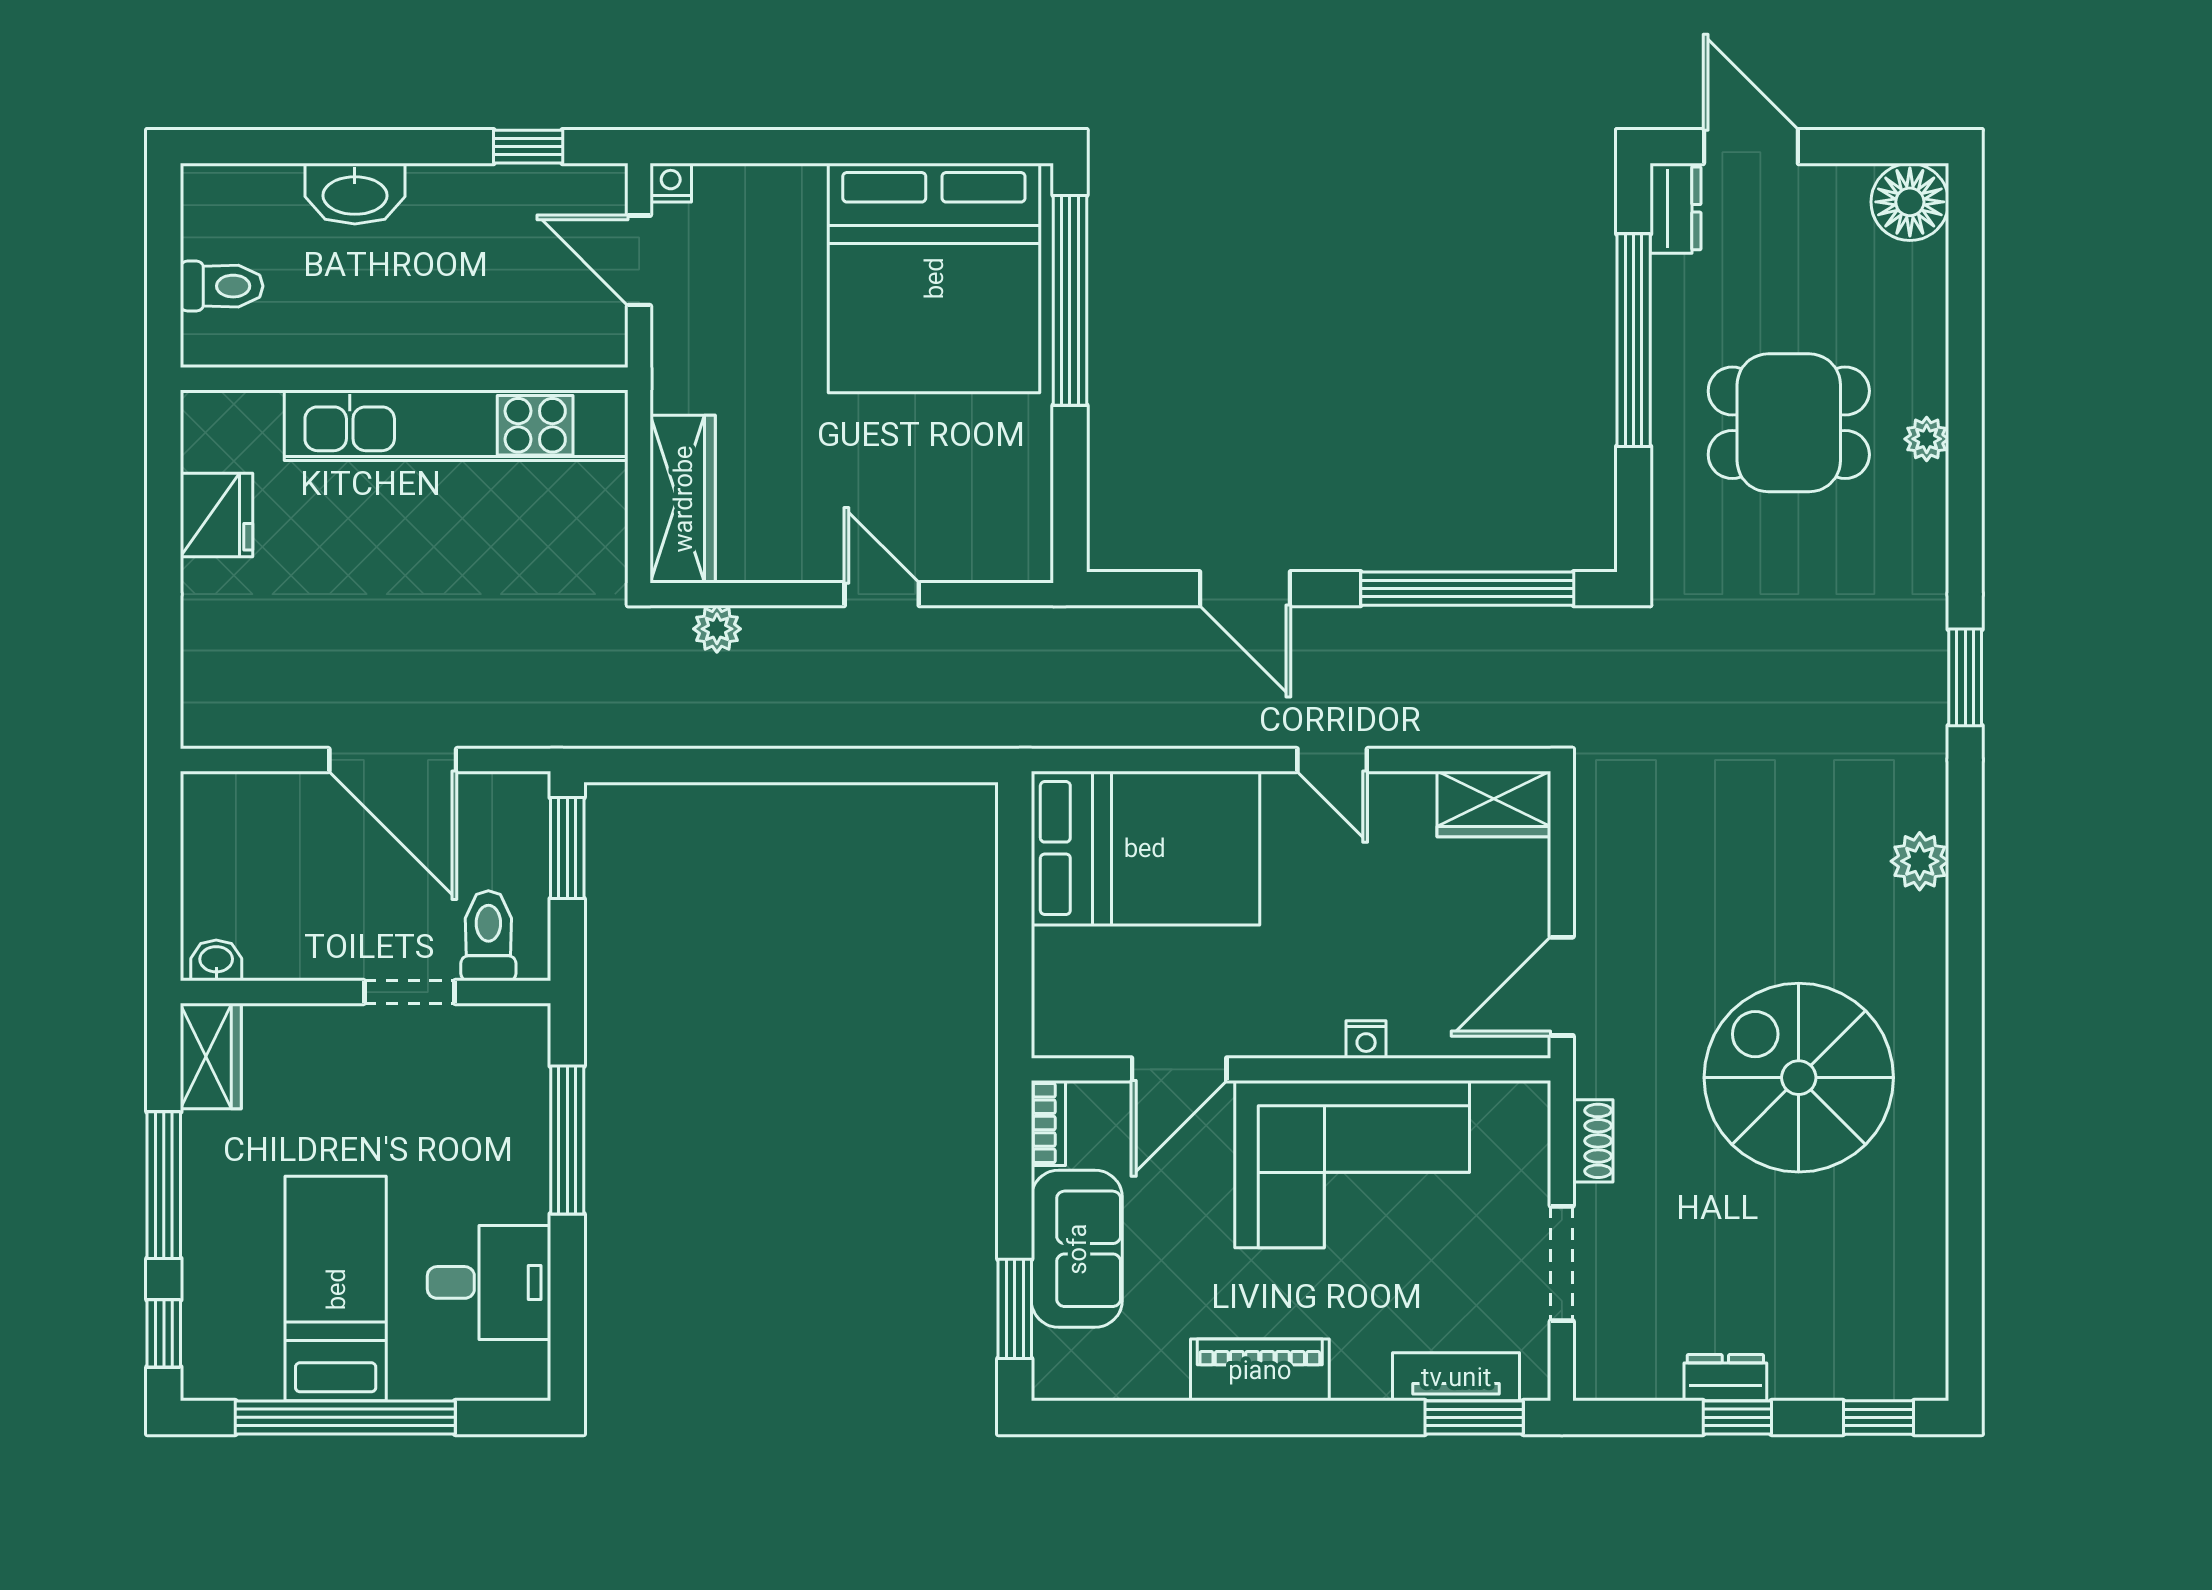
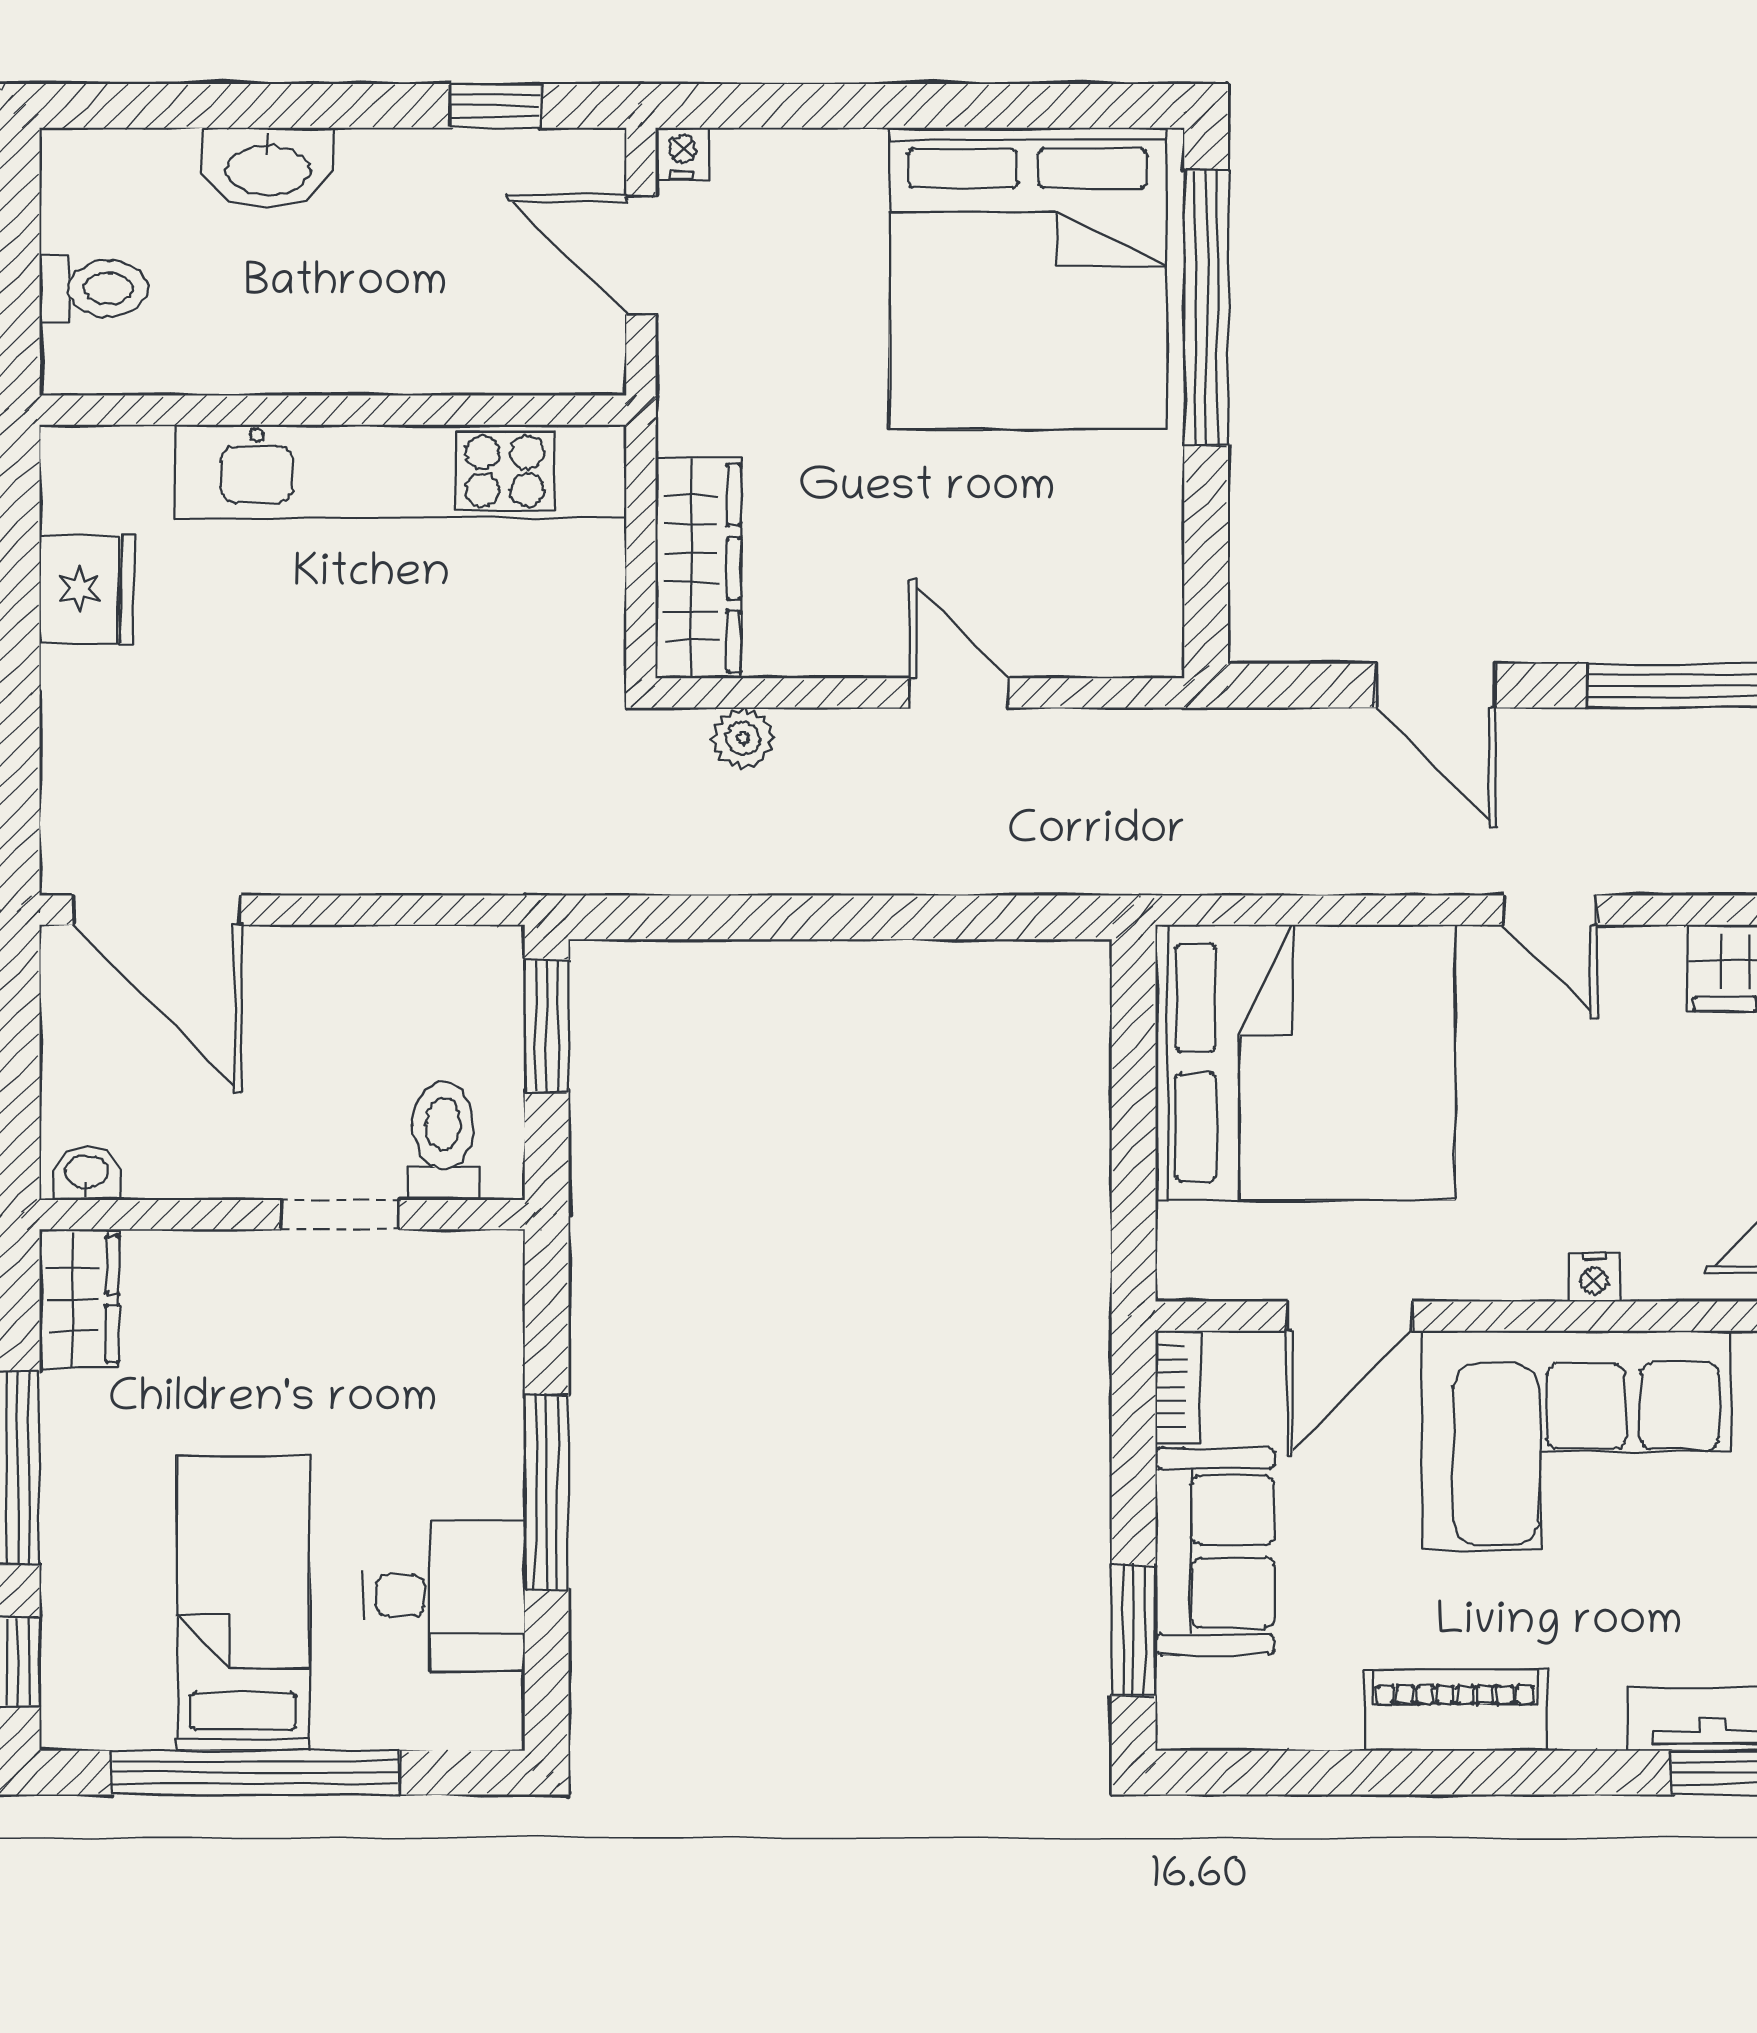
door: (393, 760) -> (157, 910), moved
bed: (1145, 848) -> (1305, 1062), width x1.36
window: (567, 1140) -> (547, 1492), moved

